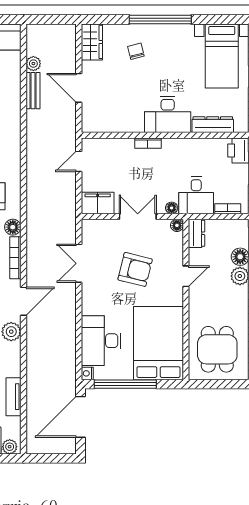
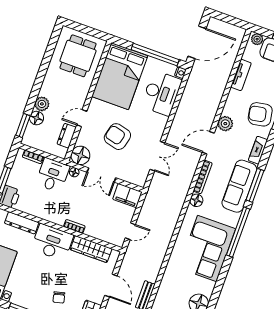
wardrobe: (118, 123) -> (91, 249), added
floor lamp: (177, 225) -> (80, 155), width x1.89, depth x1.89
dresser: (196, 233) -> (67, 136), moved

